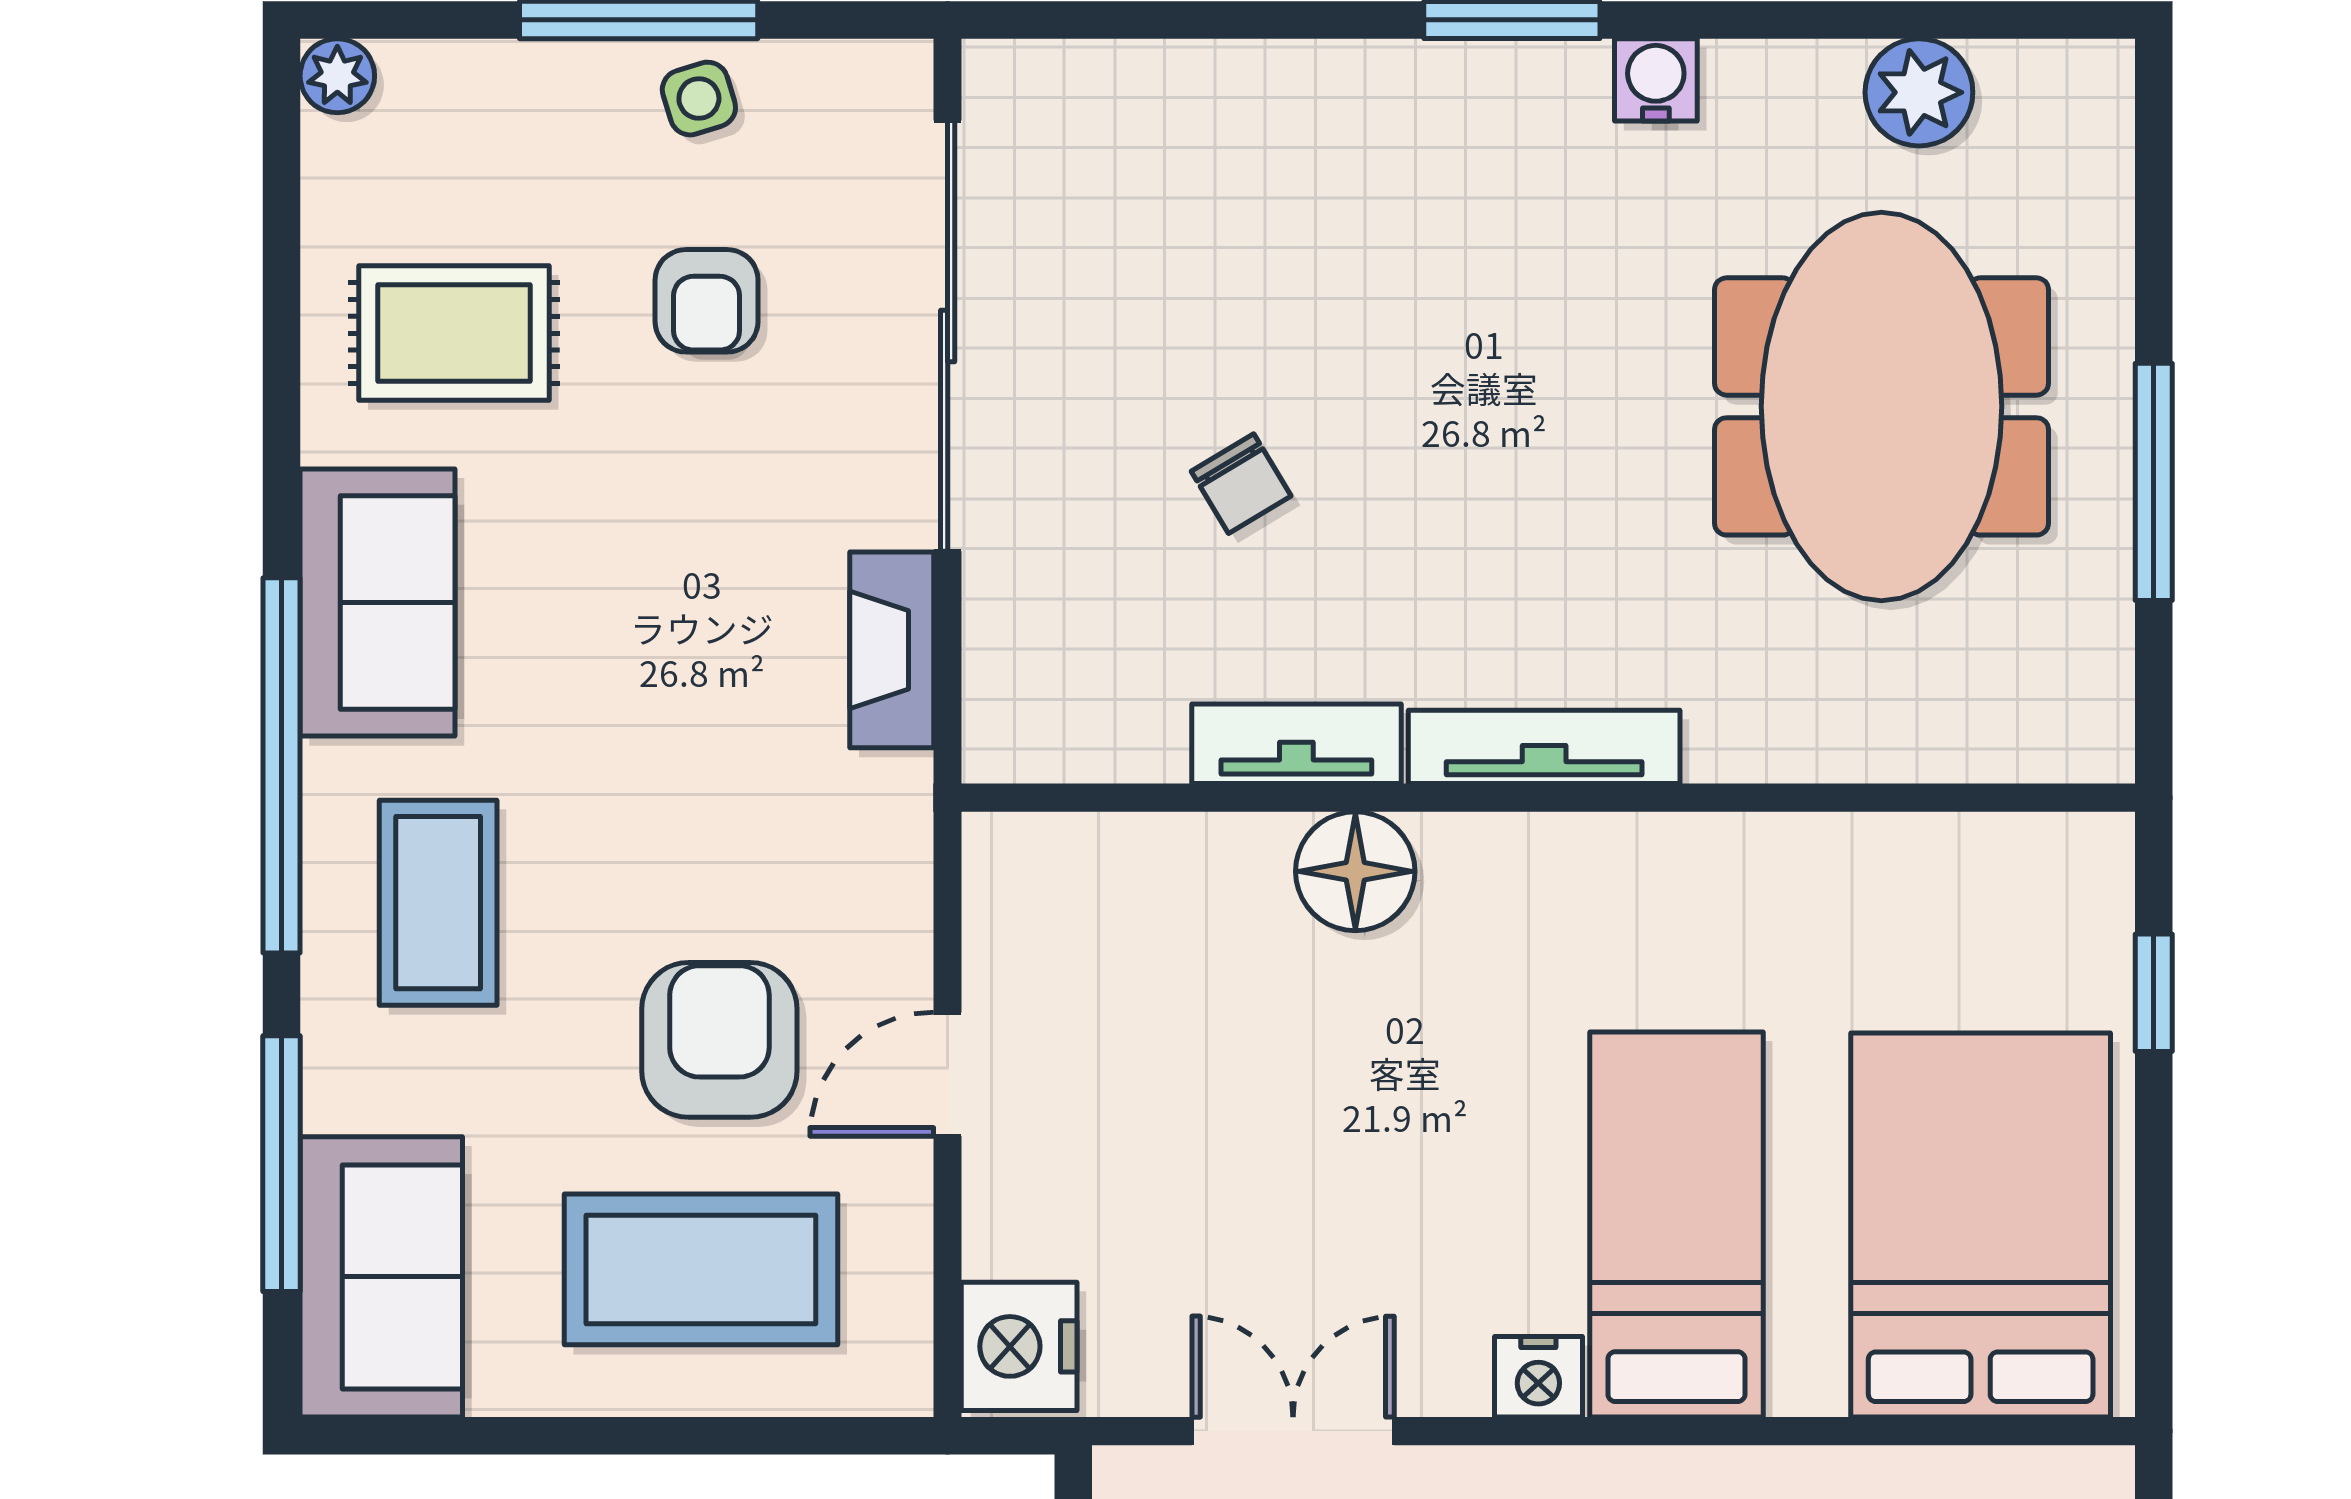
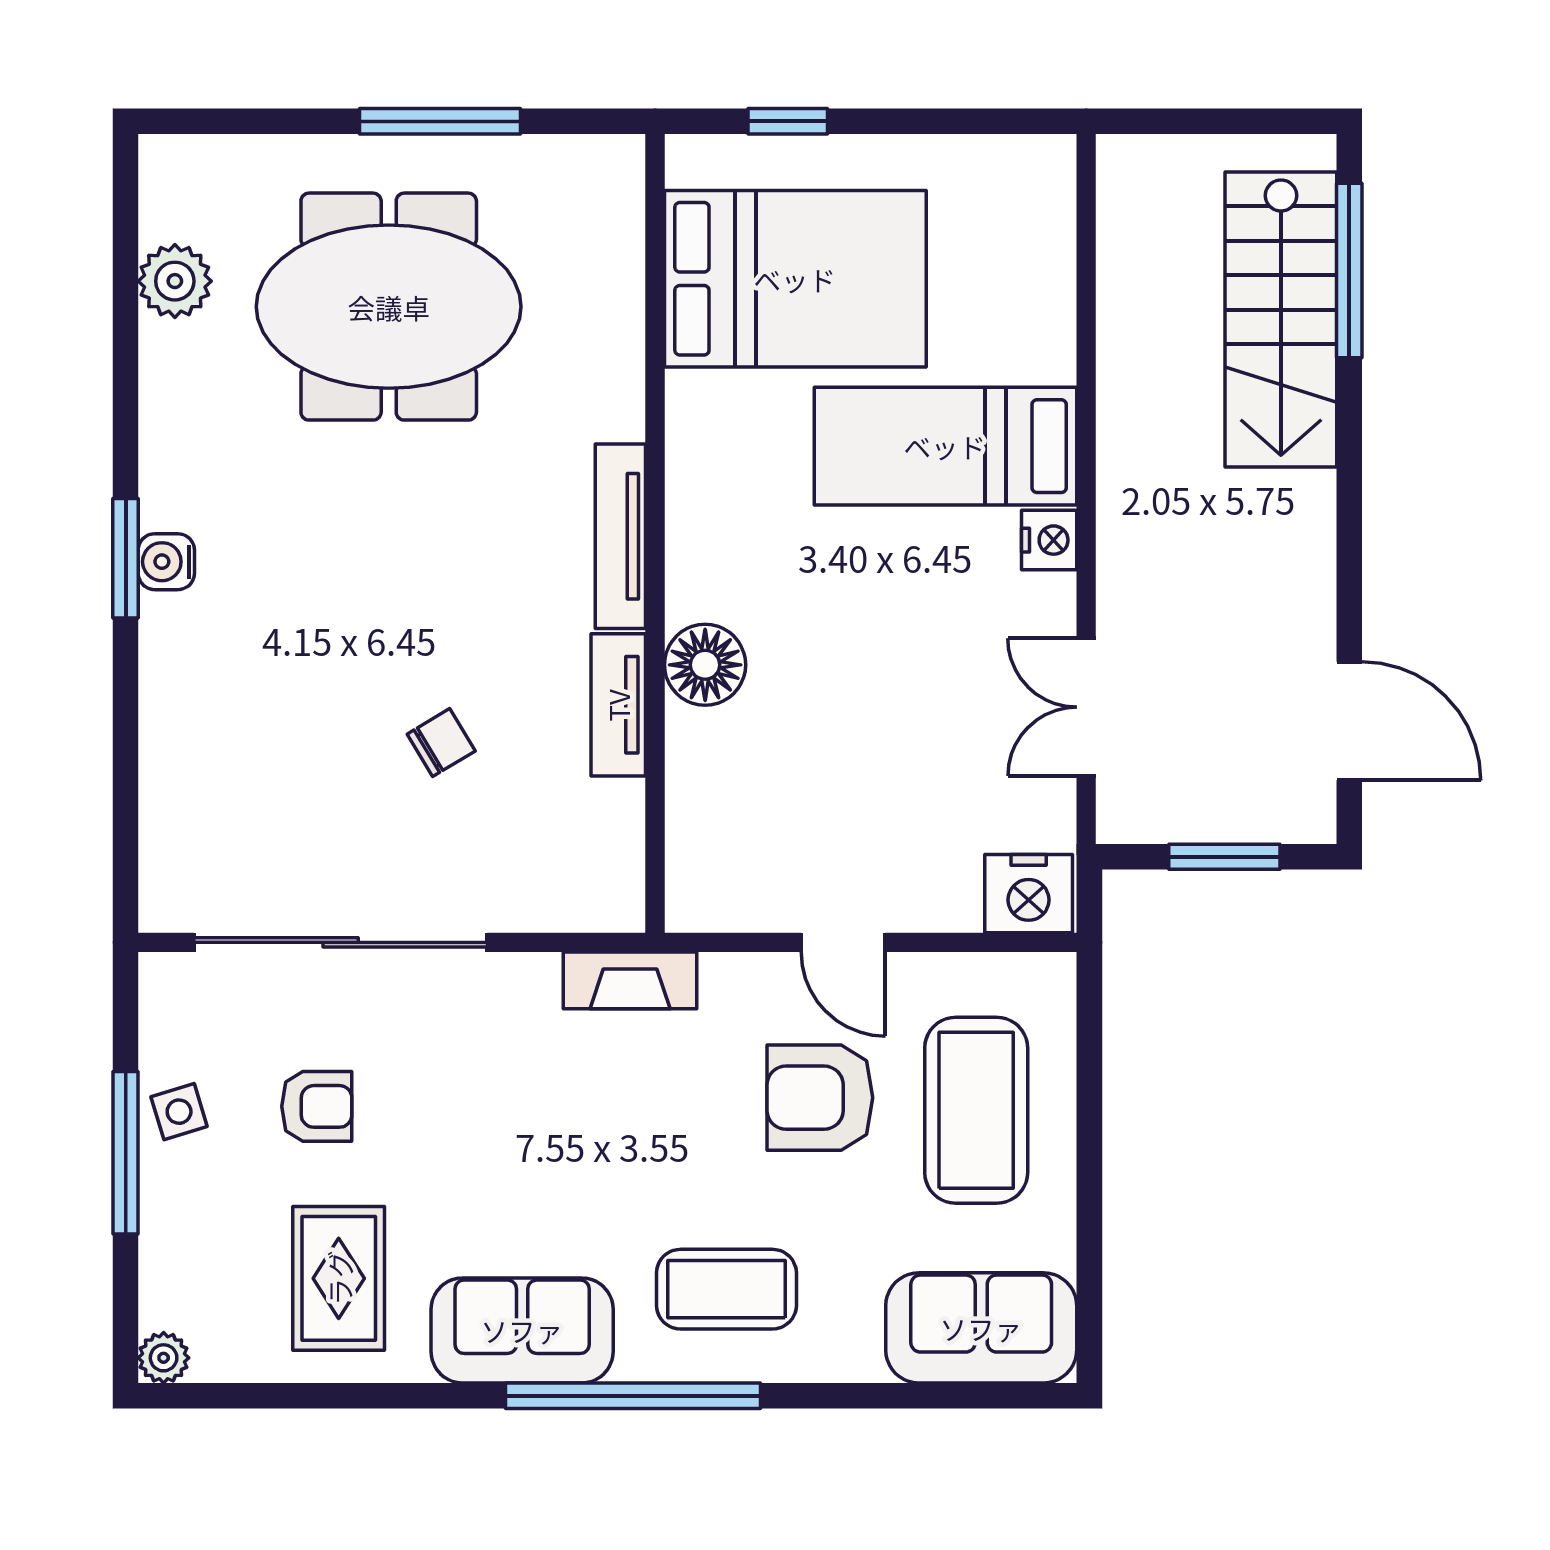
water cooler: (1656, 80) -> (166, 562), moved
fireplace: (892, 650) -> (630, 980), moved
window: (282, 1164) -> (904, 1396), removed
bed: (1981, 1225) -> (795, 279), moved, turned 180

